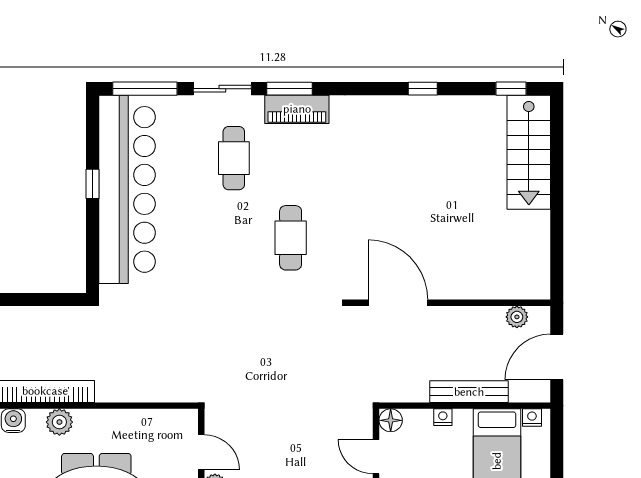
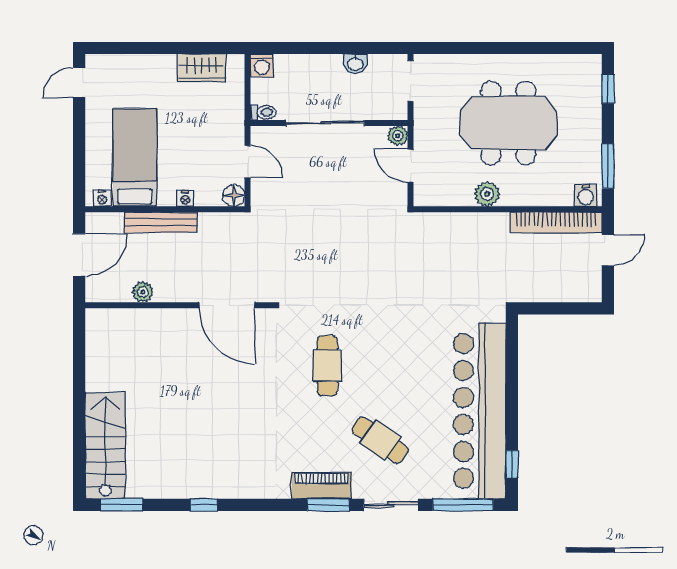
window: (511, 89) -> (122, 505), width x1.50
cafe table: (234, 158) -> (380, 440), turned -55
window: (92, 184) -> (512, 464), moved
plant: (517, 317) -> (143, 292), moved
plant: (59, 422) -> (487, 194), moved

